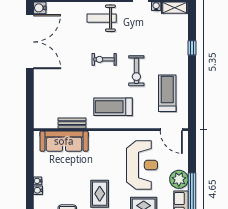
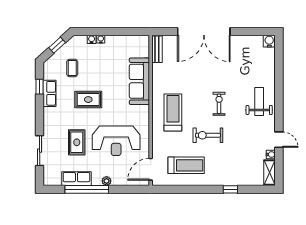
double door: (30, 42) -> (204, 32), moved
bench: (72, 123) -> (157, 49), moved
sofa: (64, 141) -> (139, 81), moved
plant: (179, 179) -> (107, 181), width x0.53, depth x0.53

